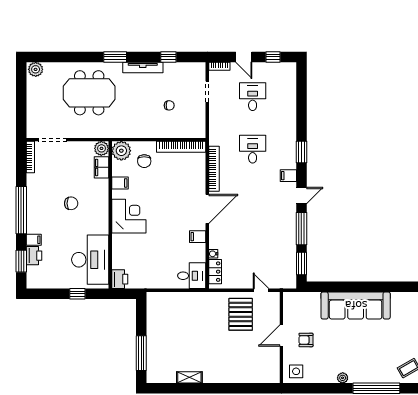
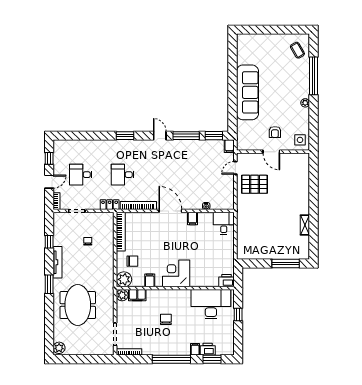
filing cabinet: (288, 176) -> (229, 146), moved
locker: (215, 272) -> (110, 205), moved

